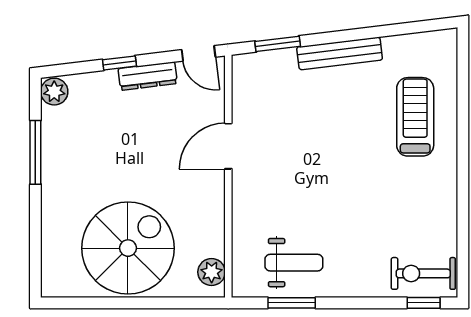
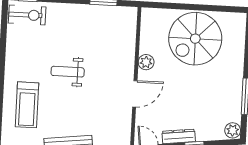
weight bench: (294, 263) -> (68, 72), moved
plant: (212, 272) -> (146, 62), moved

